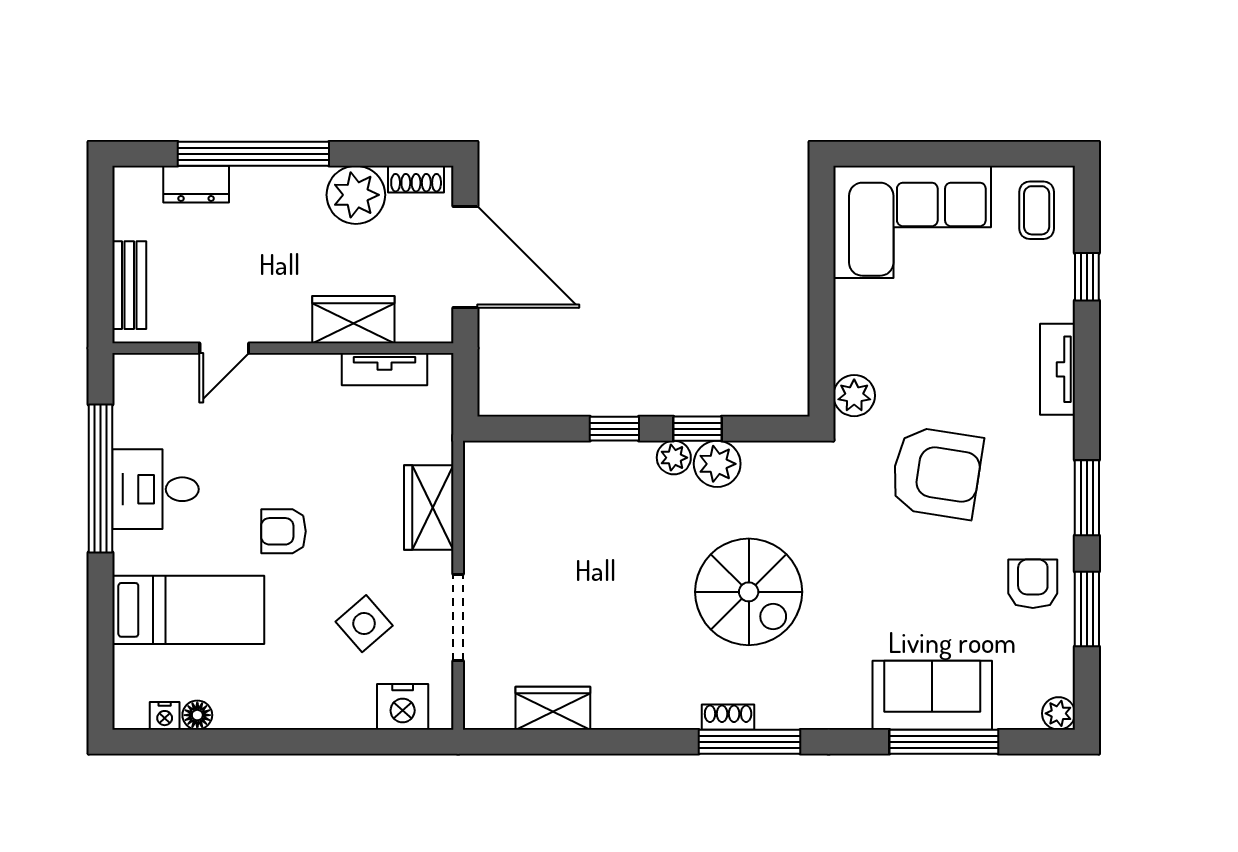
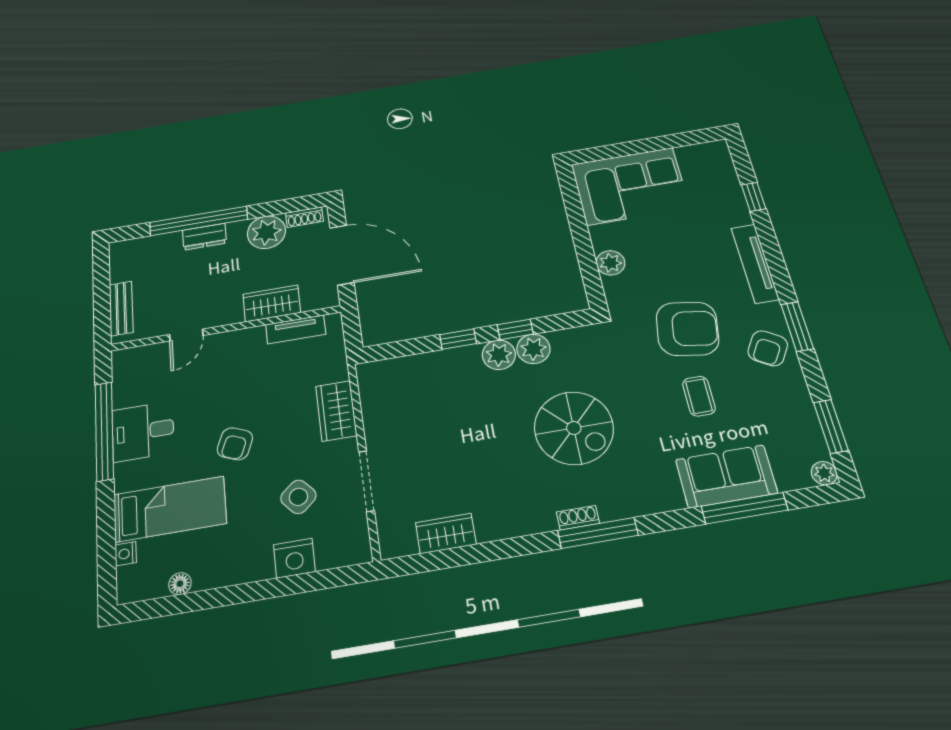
dresser: (196, 184) -> (204, 237), moved
coffee table: (1037, 210) -> (699, 396), moved
tv unit: (1057, 369) -> (755, 263), width x1.41
plant: (854, 396) -> (611, 263), moved
plant: (674, 458) -> (499, 355), width x1.38, depth x1.38
armchair: (284, 531) -> (235, 444), turned -68
armchair: (1033, 584) -> (768, 348), moved, turned -149
window: (1087, 609) -> (831, 426), moved
nightstand: (403, 707) -> (294, 558), moved
nightstand: (165, 716) -> (126, 554), moved, turned 90

